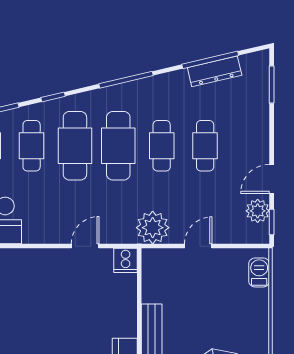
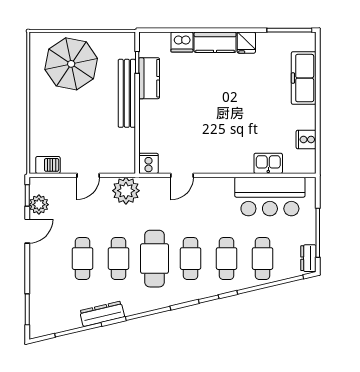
dresser: (215, 71) -> (102, 314), moved
cafe table: (75, 146) -> (191, 259), width x0.73, depth x0.74
barbecue: (259, 272) -> (48, 165), moved, turned -90

